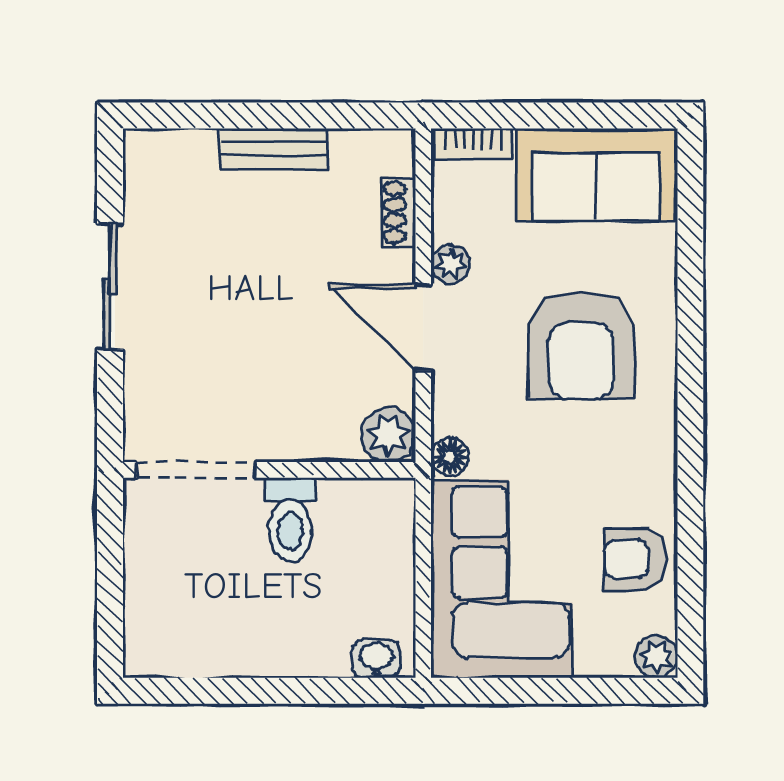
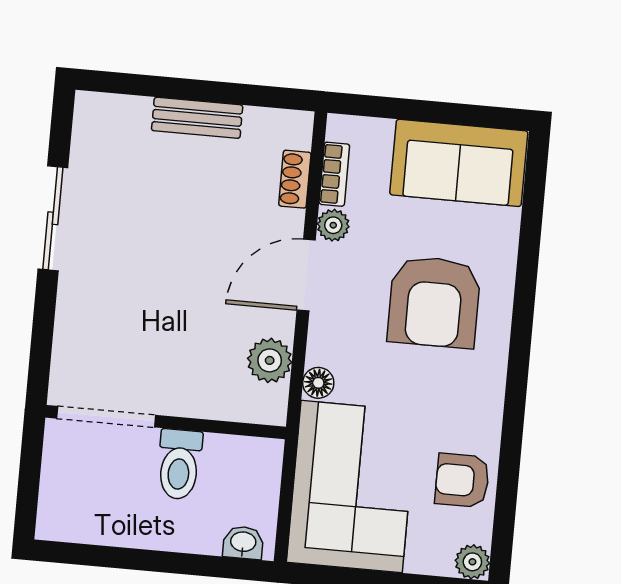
bookcase: (473, 144) -> (334, 174), moved, turned -90
door: (423, 328) -> (306, 275), hinge flipped
doorway: (196, 470) -> (106, 417), moved
wall: (269, 470) -> (166, 422), moved
toilet: (290, 520) -> (179, 464), moved

